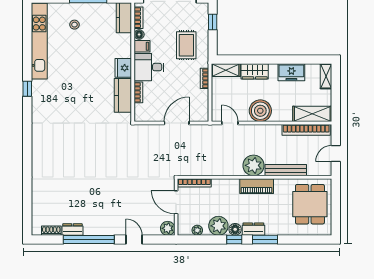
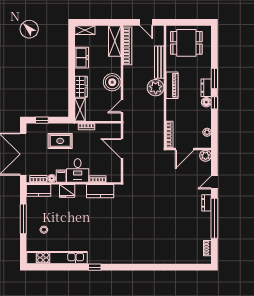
fridge: (123, 68) -> (67, 191), moved
plant: (218, 226) -> (203, 115), removed
dresser: (72, 230) -> (206, 203), moved

